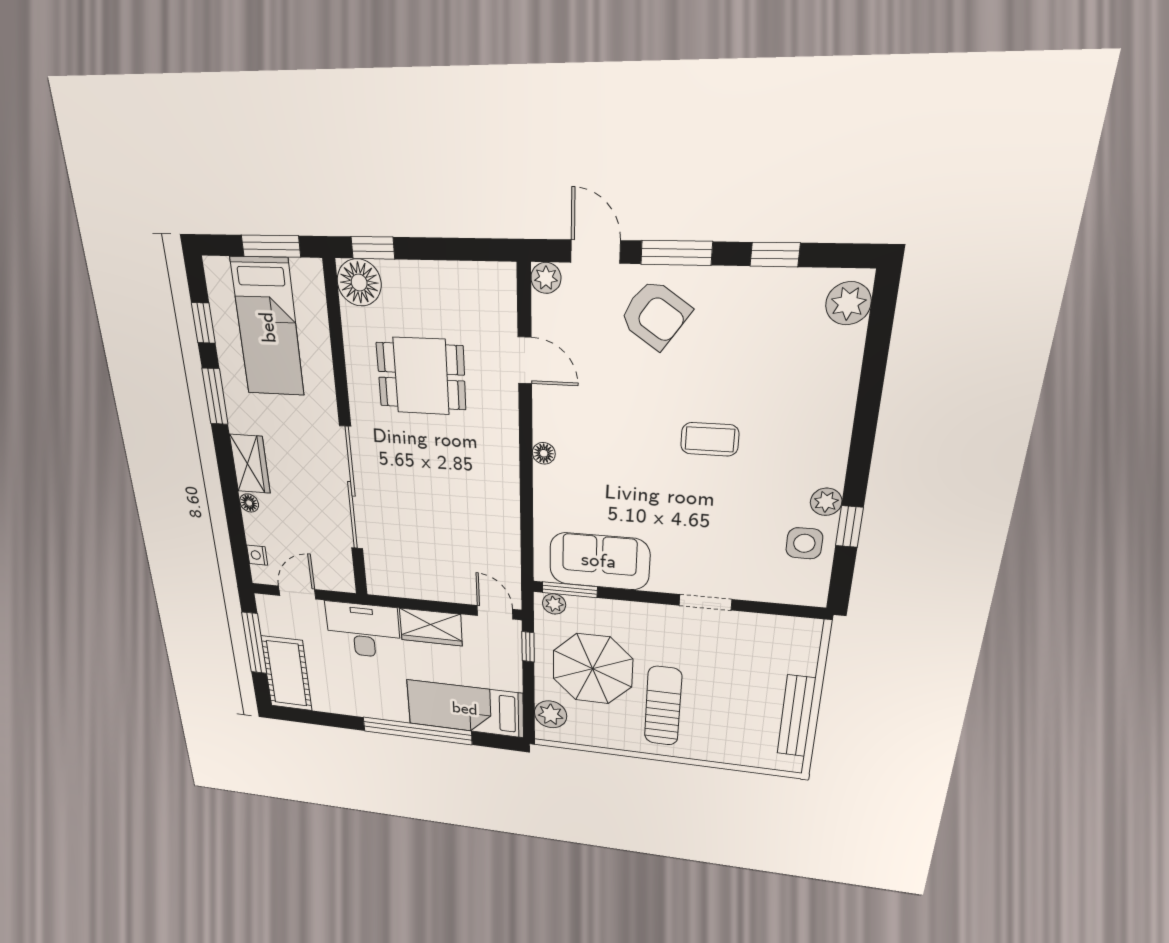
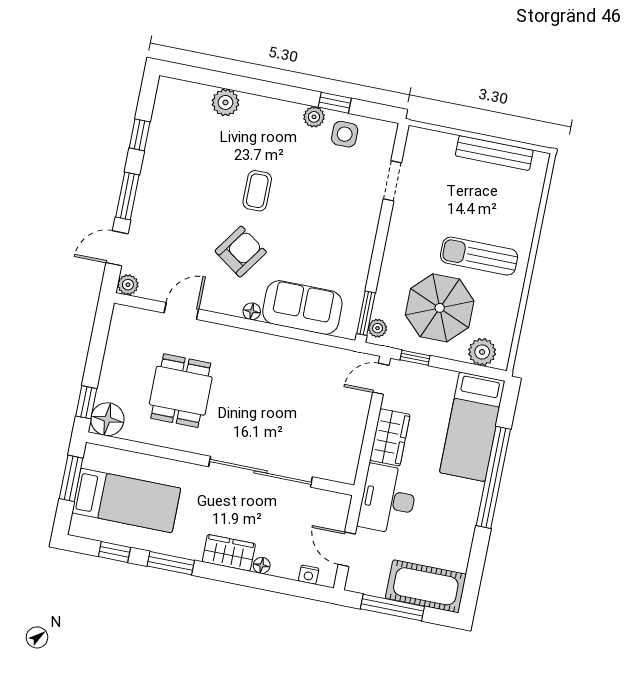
plant: (848, 303) -> (225, 102), moved
armchair: (655, 315) -> (241, 252), moved
sofa: (599, 561) -> (302, 308), moved, turned 90
doorway: (705, 602) -> (392, 181), moved

